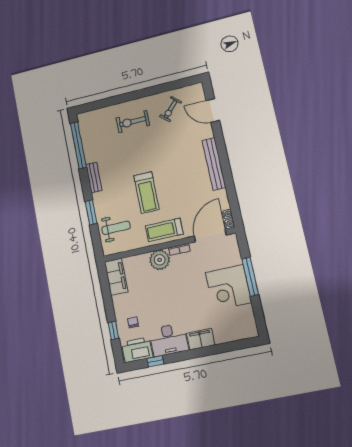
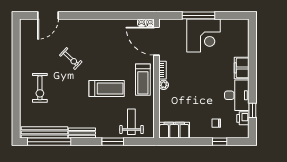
exercise bike: (171, 109) -> (71, 59), moved
bench: (214, 164) -> (44, 132), moved
plant: (160, 260) -> (164, 85), width x0.53, depth x0.53
printer: (137, 350) -> (243, 118), width x0.53, depth x0.68

